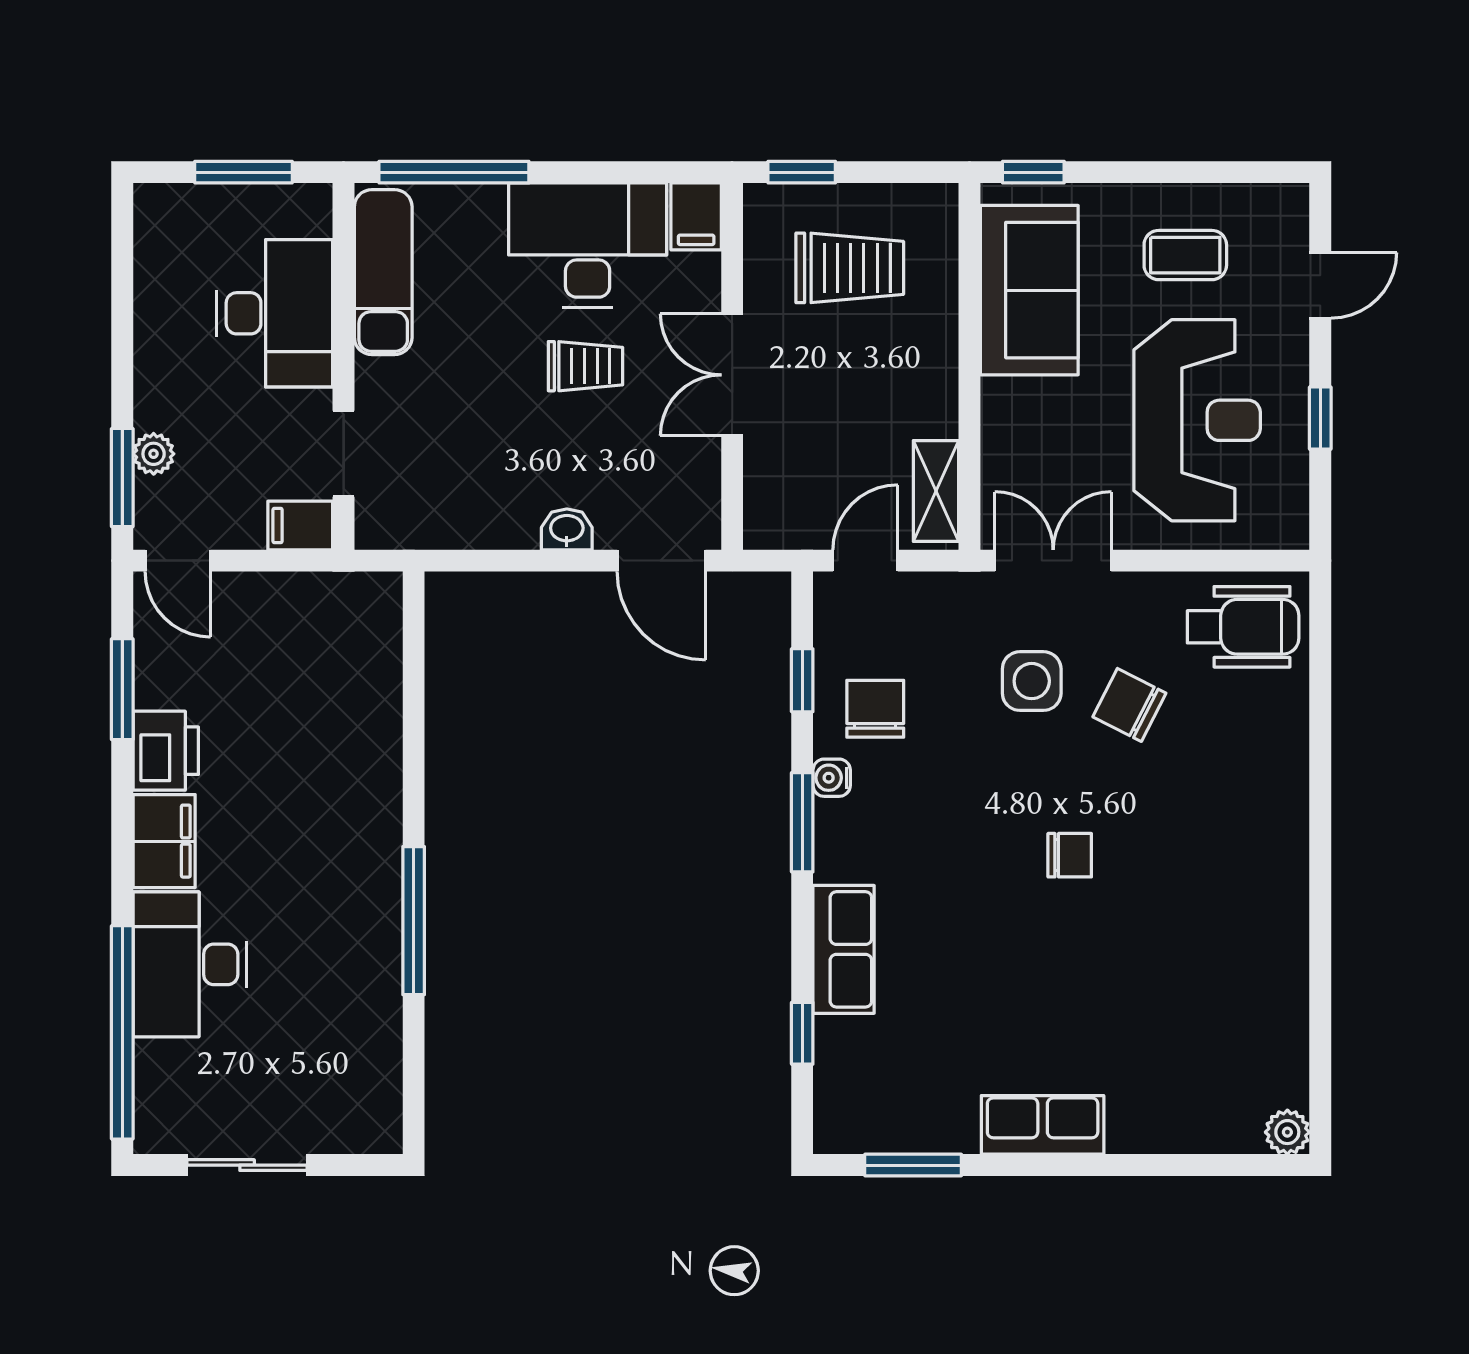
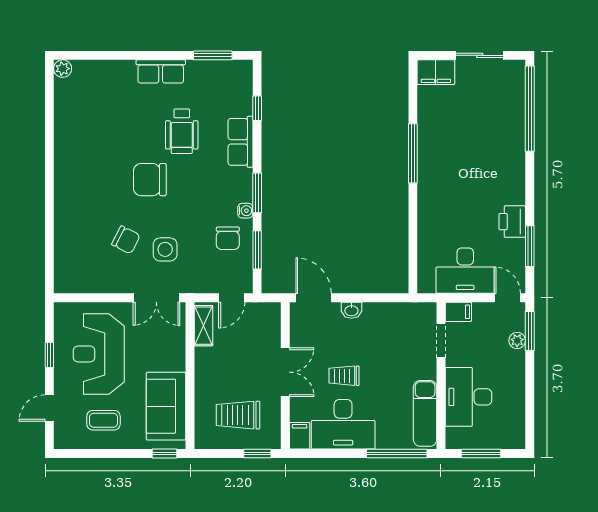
wheelchair: (1243, 627) -> (182, 131), moved, turned -90
window: (802, 680) -> (257, 250), width x1.50
filing cabinet: (164, 841) -> (436, 72), moved, turned -90
chair: (1070, 855) -> (150, 180), width x1.87, depth x1.87
desk: (190, 964) -> (465, 271), moved, turned 90

